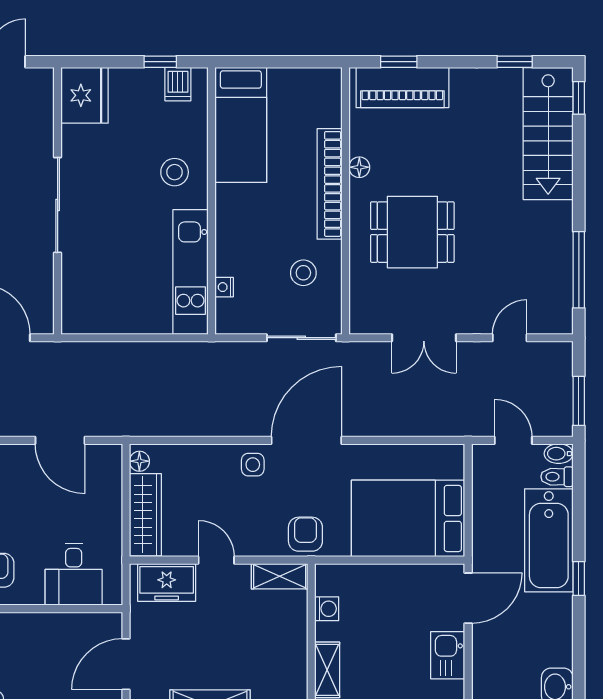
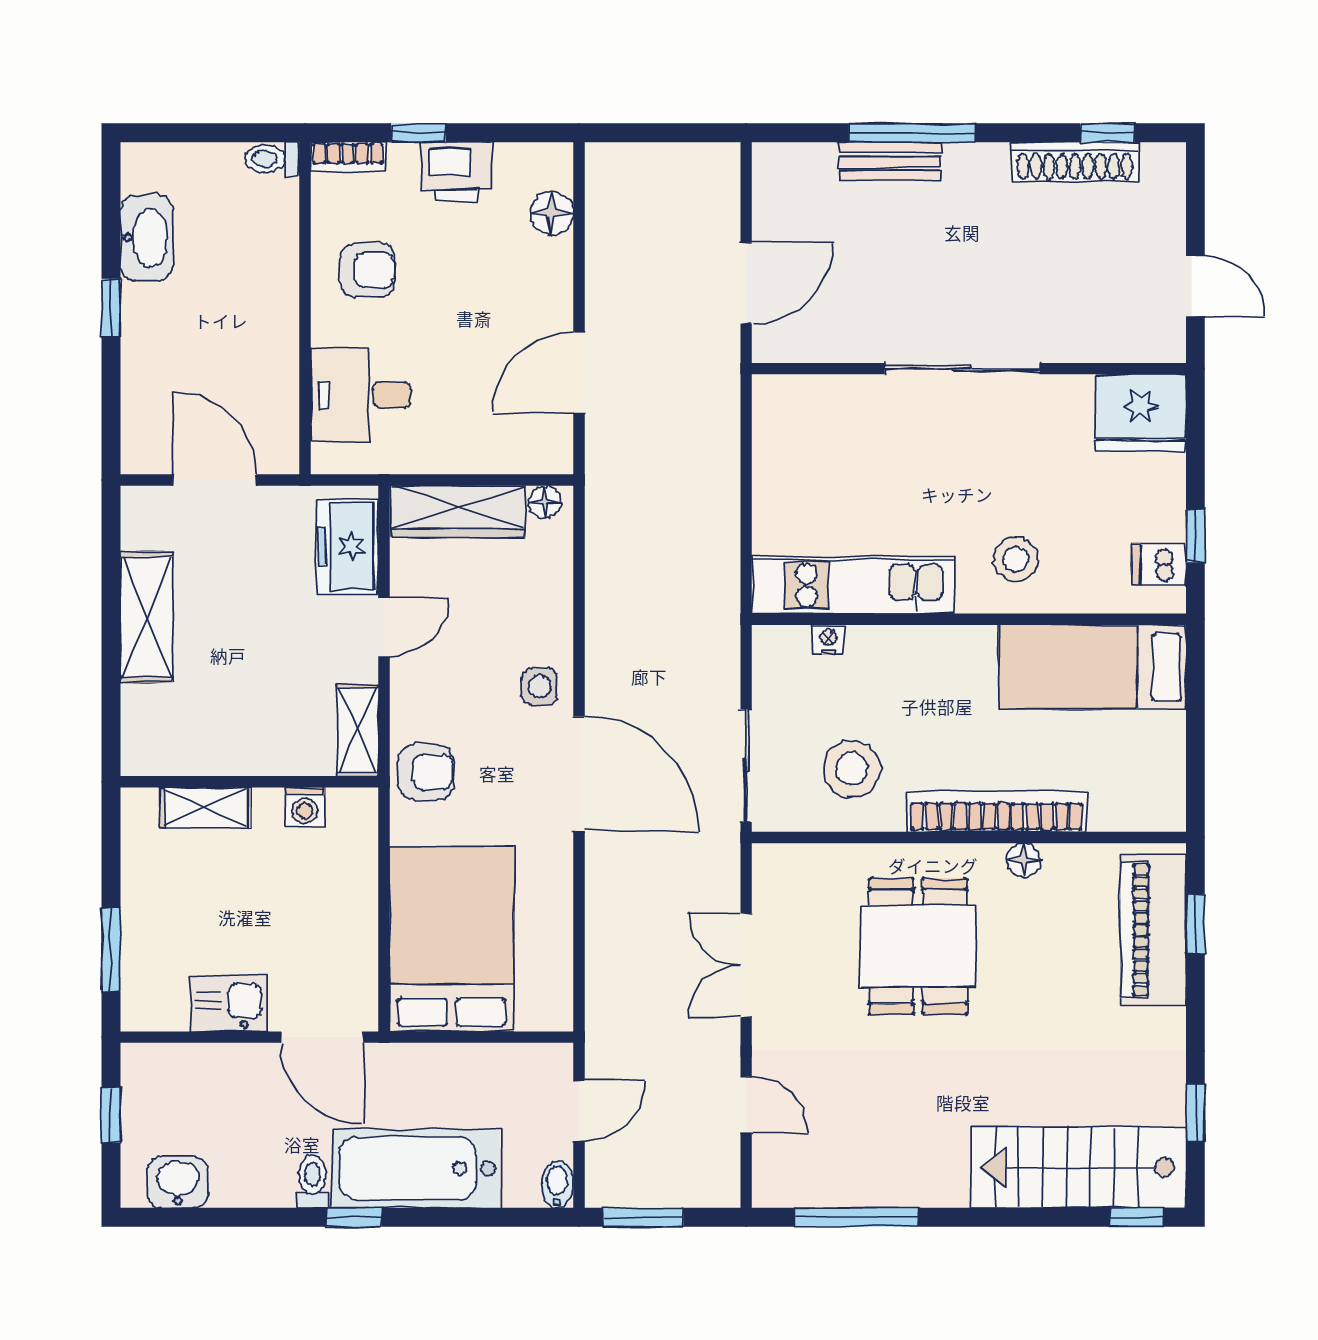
stool: (303, 273) -> (852, 769), width x1.38, depth x1.38
toilet: (557, 477) -> (312, 1182), moved

